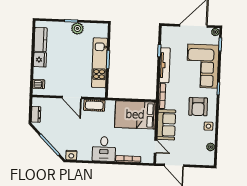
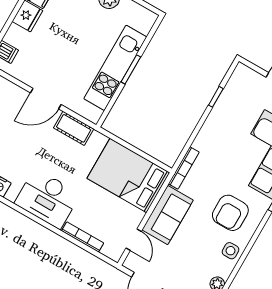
tv unit: (165, 65) -> (212, 123), removed
door: (72, 97) -> (46, 99), hinge flipped
desk: (104, 149) -> (47, 199), width x1.37

